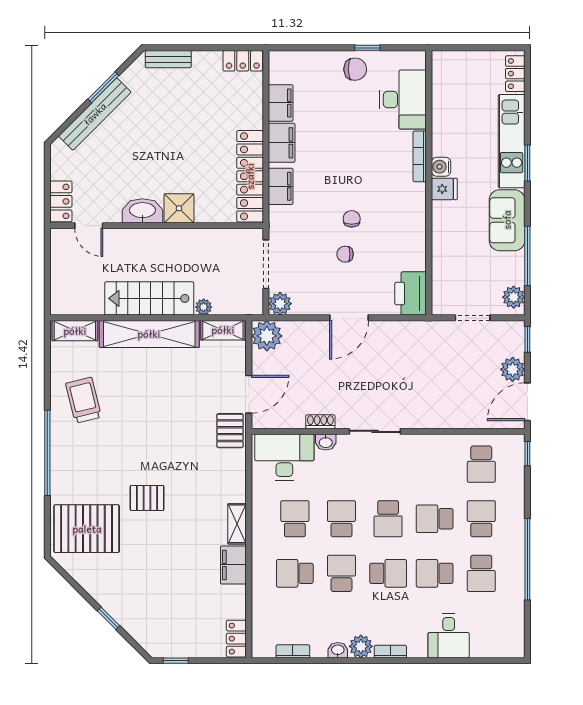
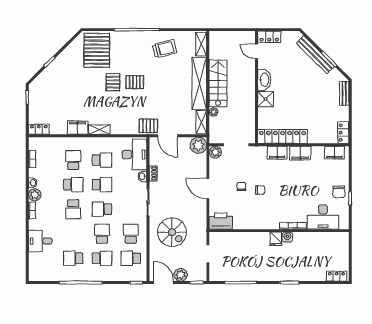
filing cabinet: (281, 103) -> (334, 153), moved
kitchen unit: (512, 141) -> (301, 274), removed
sofa: (507, 220) -> (259, 272), removed
door: (89, 226) -> (256, 51), hinge flipped
plant: (514, 297) -> (219, 275), removed
spiral stairs: (432, 386) -> (172, 232), added
pallet: (147, 456) -> (135, 82), added
school desk: (435, 573) -> (131, 234), moved

